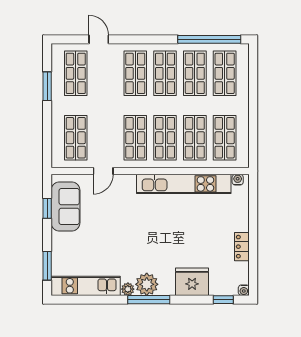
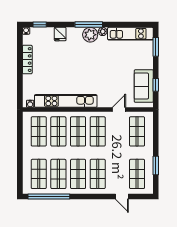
locker: (242, 247) -> (27, 60), width x1.53
fridge: (192, 282) -> (60, 34), width x0.53, depth x0.75

